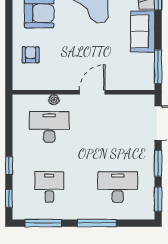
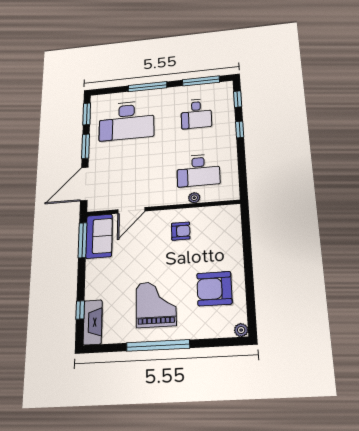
sofa: (143, 31) -> (99, 236), moved
armchair: (31, 55) -> (181, 231), moved, turned -90
door: (92, 92) -> (131, 210), moved
desk: (118, 187) -> (126, 121), width x1.36, depth x1.30

